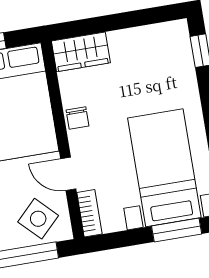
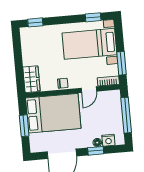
side table: (38, 219) -> (109, 106), removed
window: (177, 230) -> (122, 63), moved

